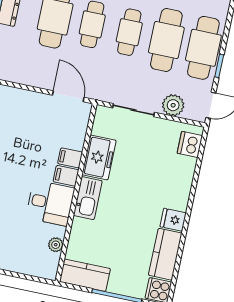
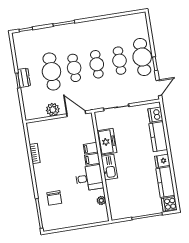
cafe table: (166, 40) -> (119, 61), width x0.73, depth x0.74
plant: (173, 105) -> (53, 110), moved
kitchen counter: (85, 275) -> (158, 137), moved, turned -90

